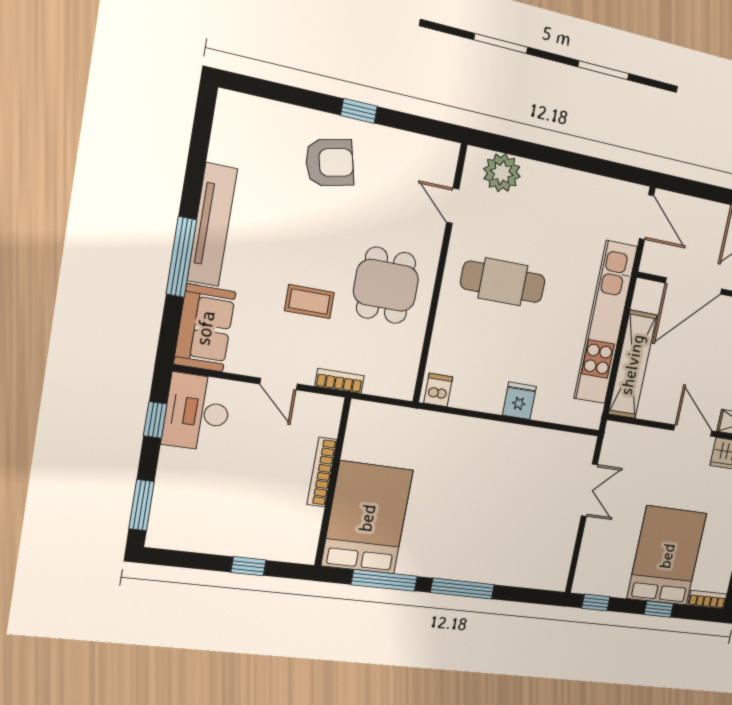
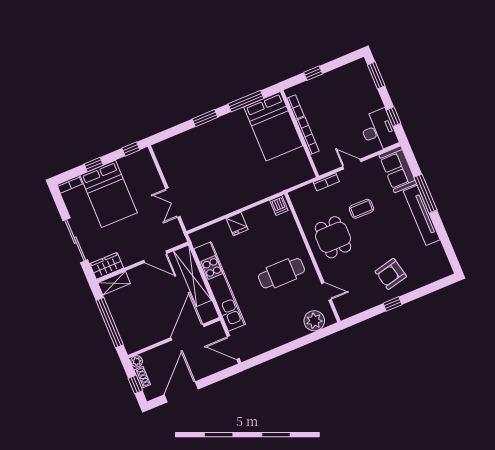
door: (693, 431) -> (155, 257), moved
bookcase: (312, 528) -> (295, 107), added
window: (462, 589) -> (205, 118), width x0.69

